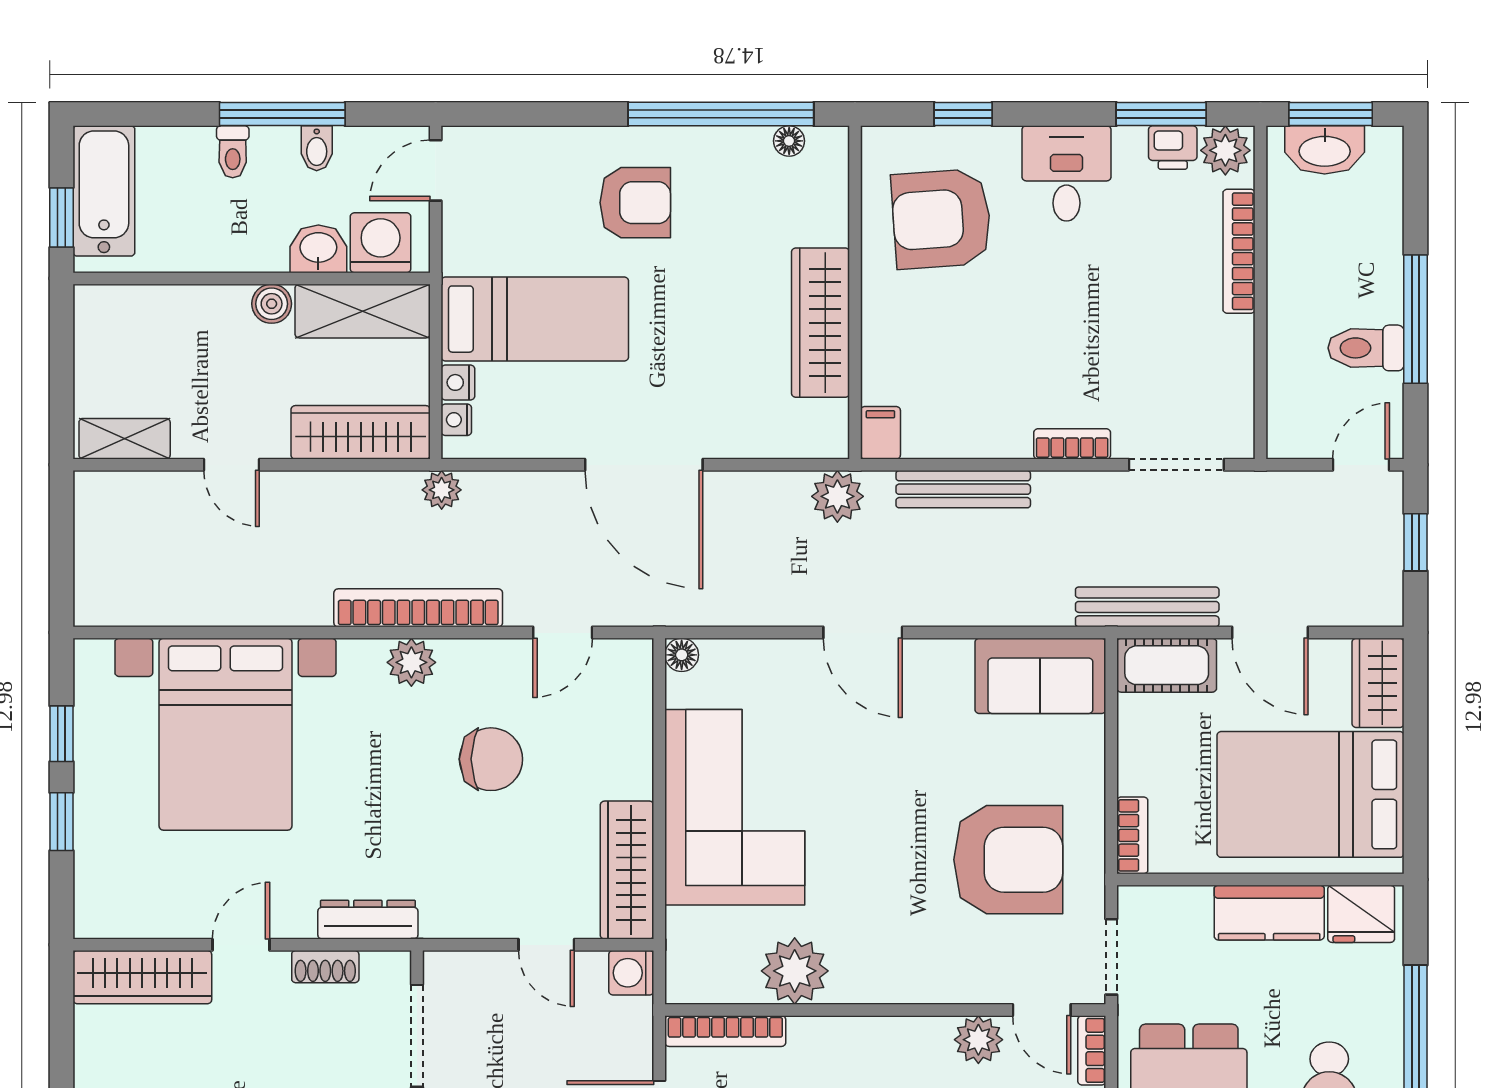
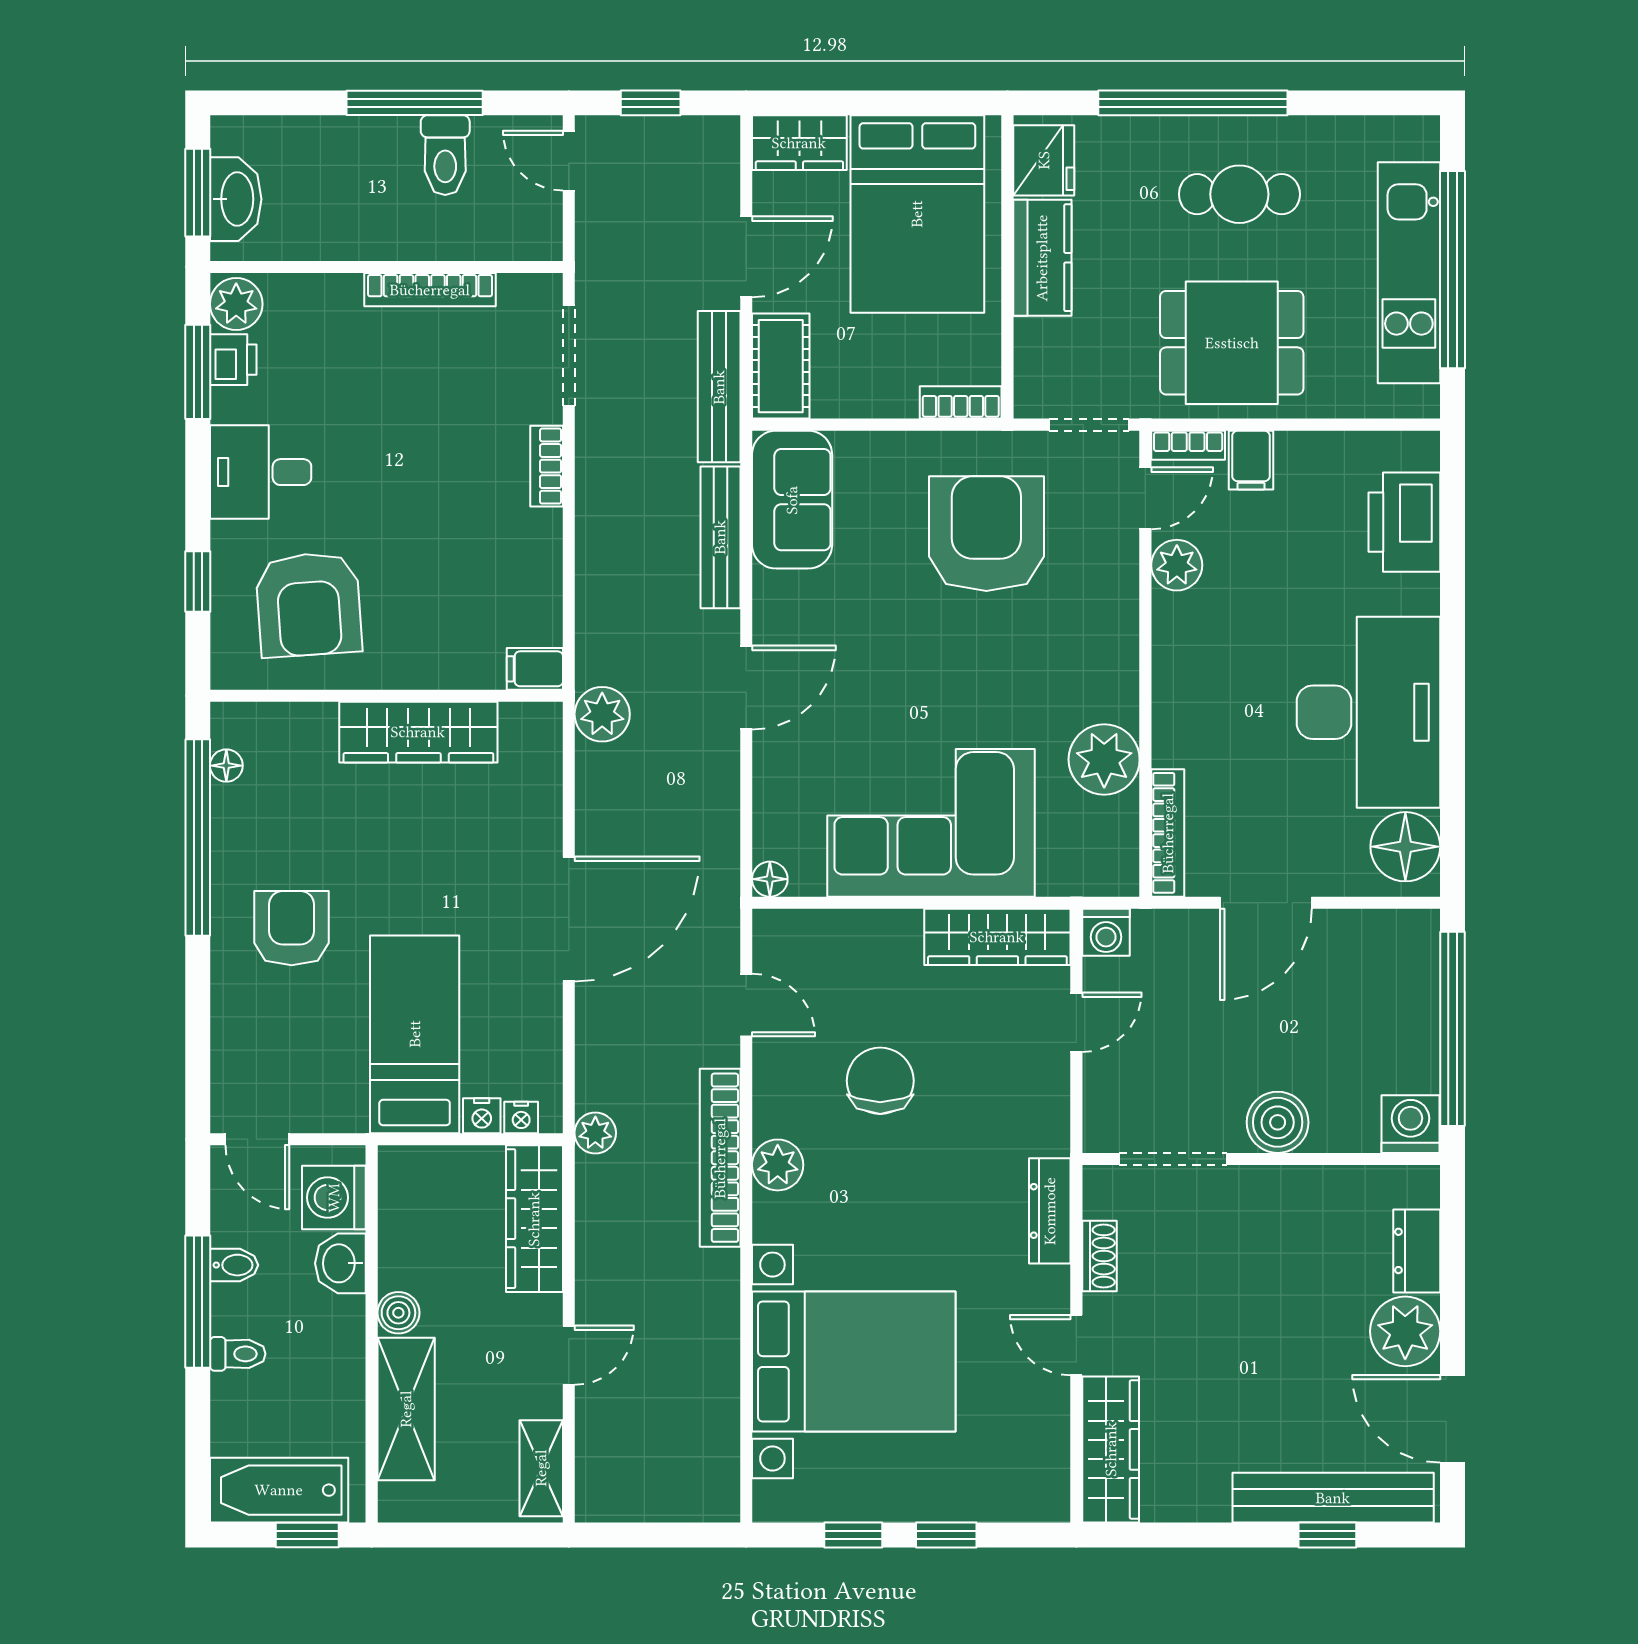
bookcase: (1239, 251) -> (430, 290), moved
shelving: (363, 311) -> (406, 1409), moved
bench: (963, 489) -> (720, 537), moved

